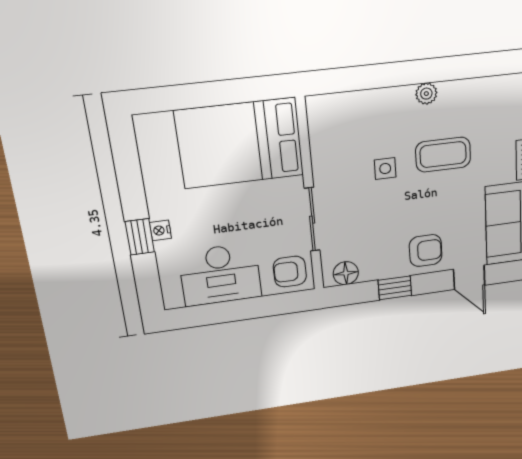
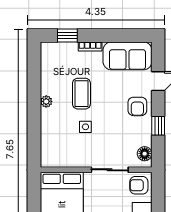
armchair: (426, 251) -> (137, 106), turned 180
armchair: (290, 272) -> (139, 185), turned 90

